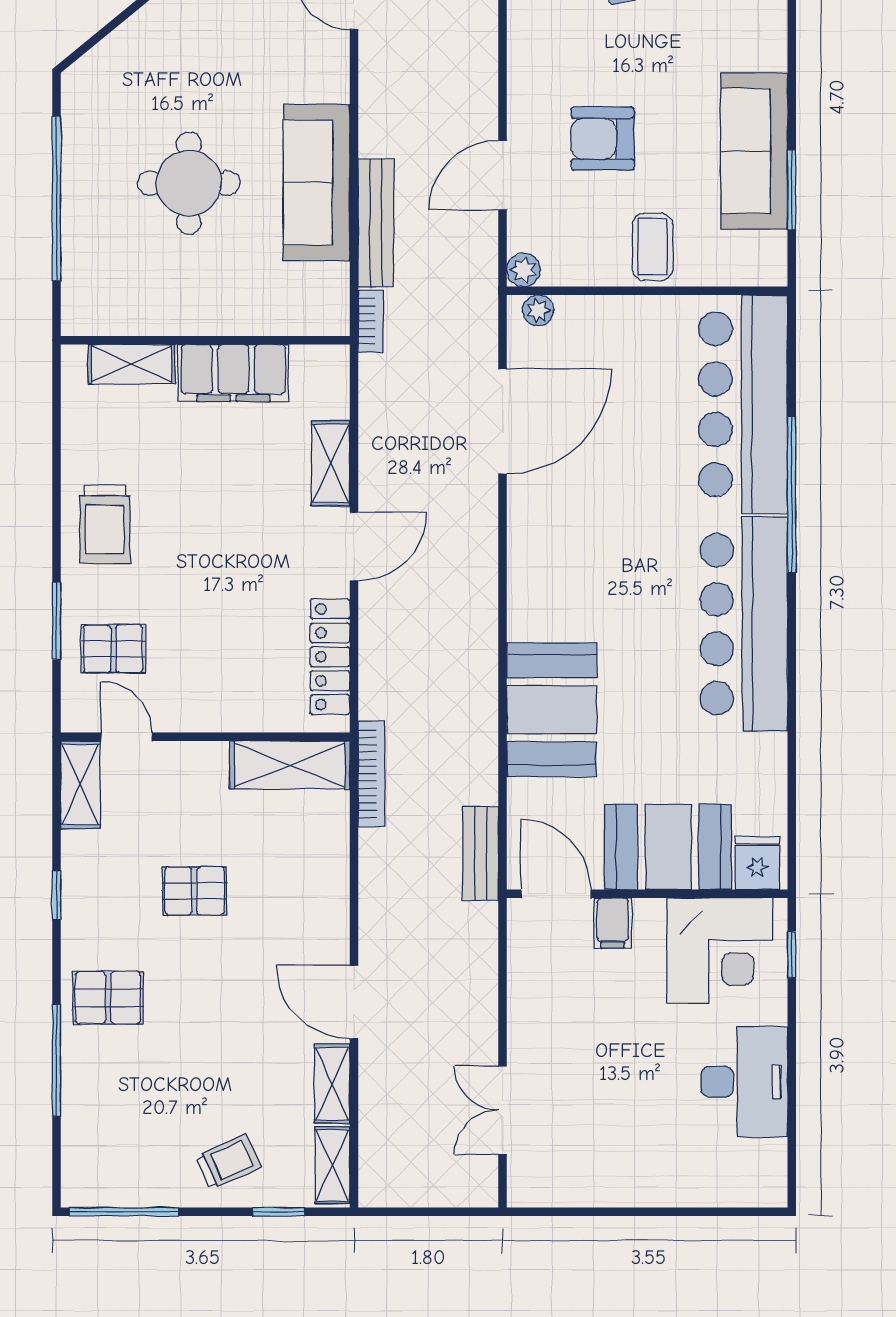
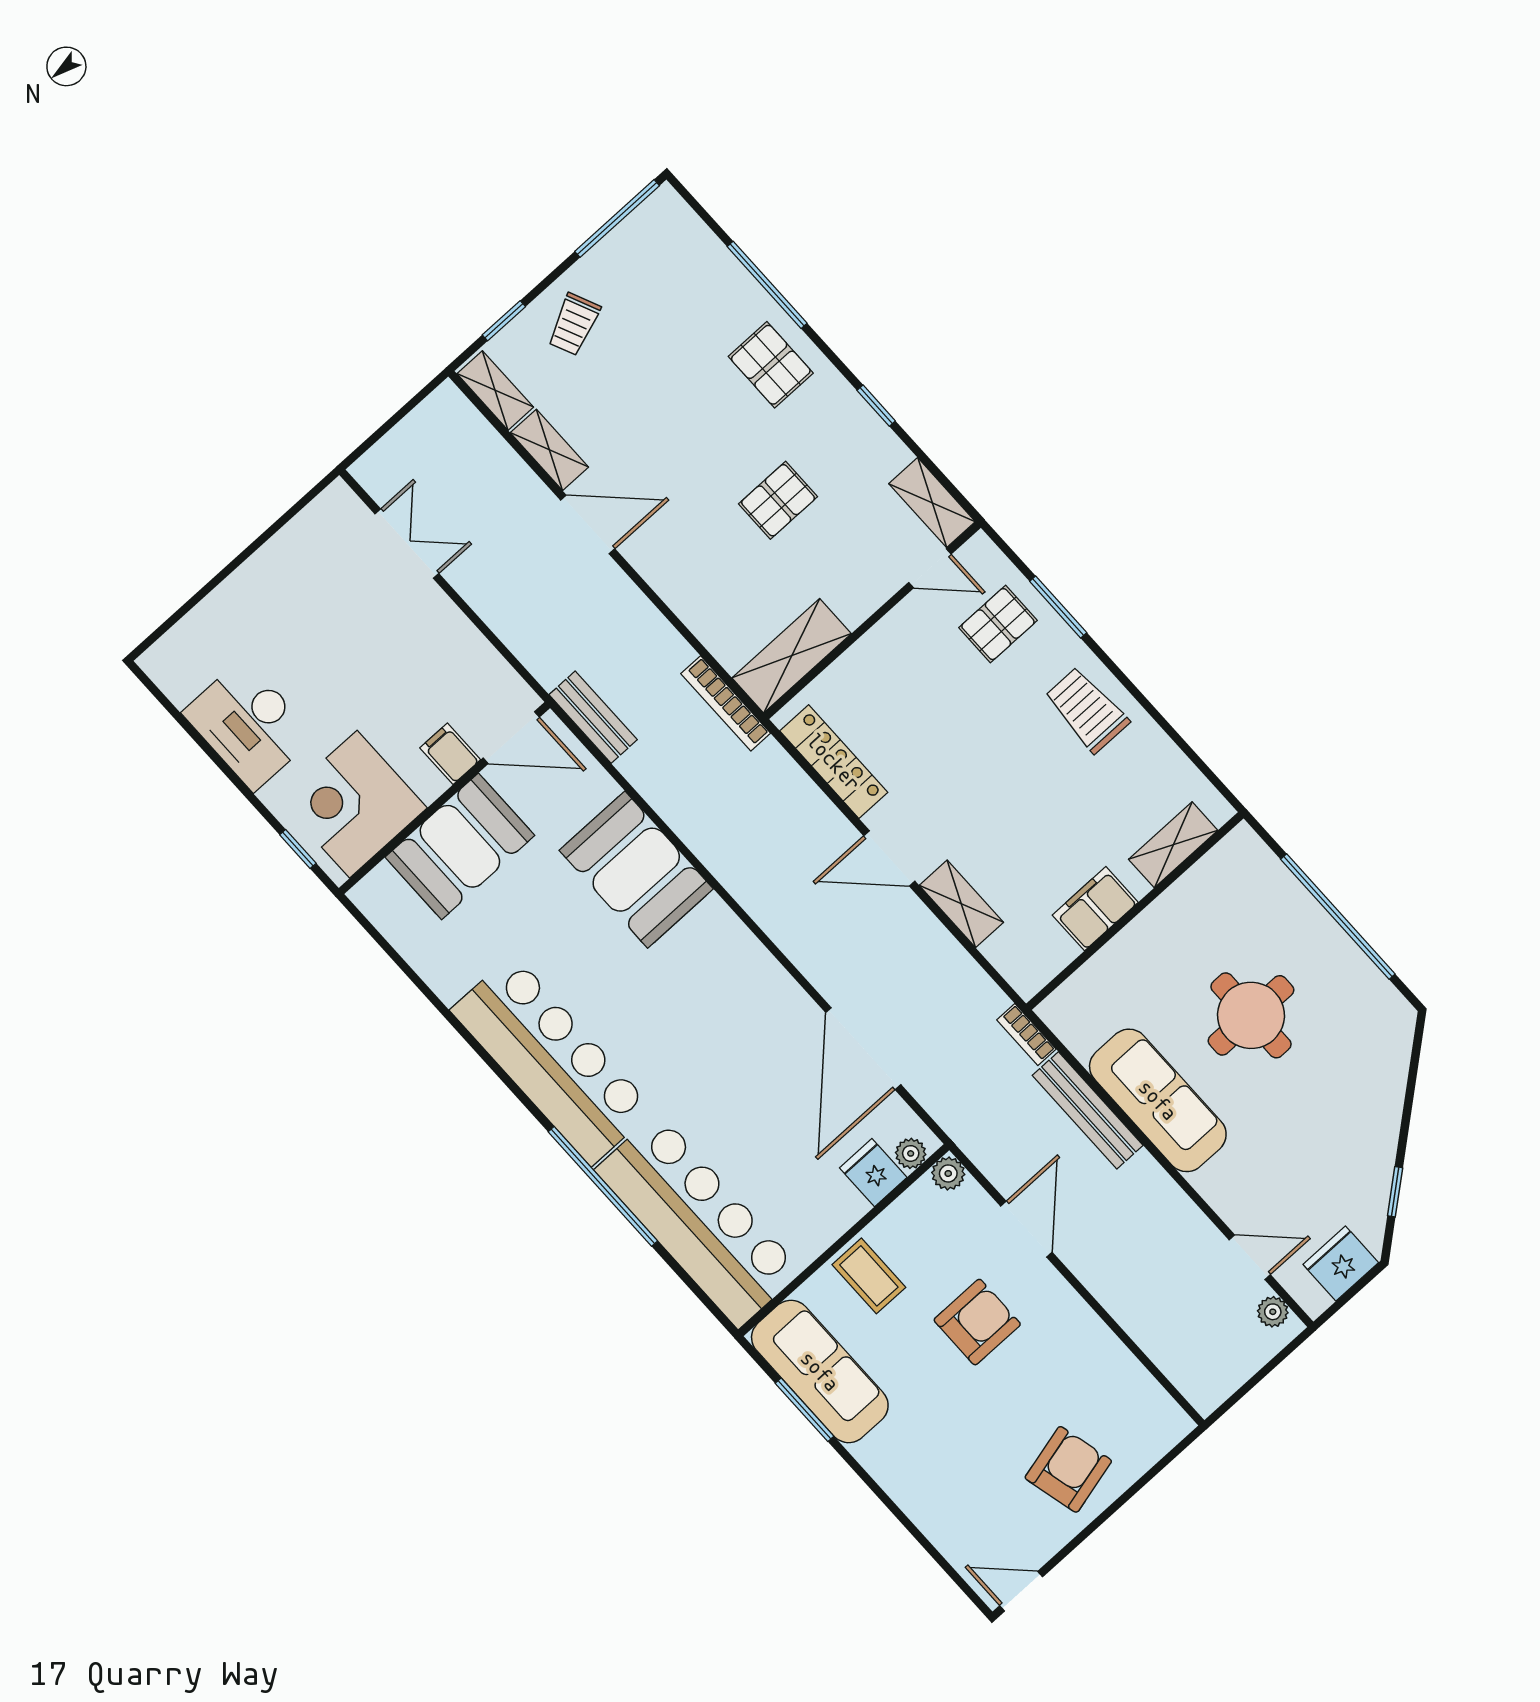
sofa: (754, 151) -> (820, 1371), moved
filing cabinet: (233, 373) -> (1095, 909), width x0.67, depth x0.86
door: (354, 547) -> (889, 858), hinge flipped
fridge: (757, 863) -> (873, 1173), moved, turned 180
pallet: (108, 998) -> (771, 365), turned 90

